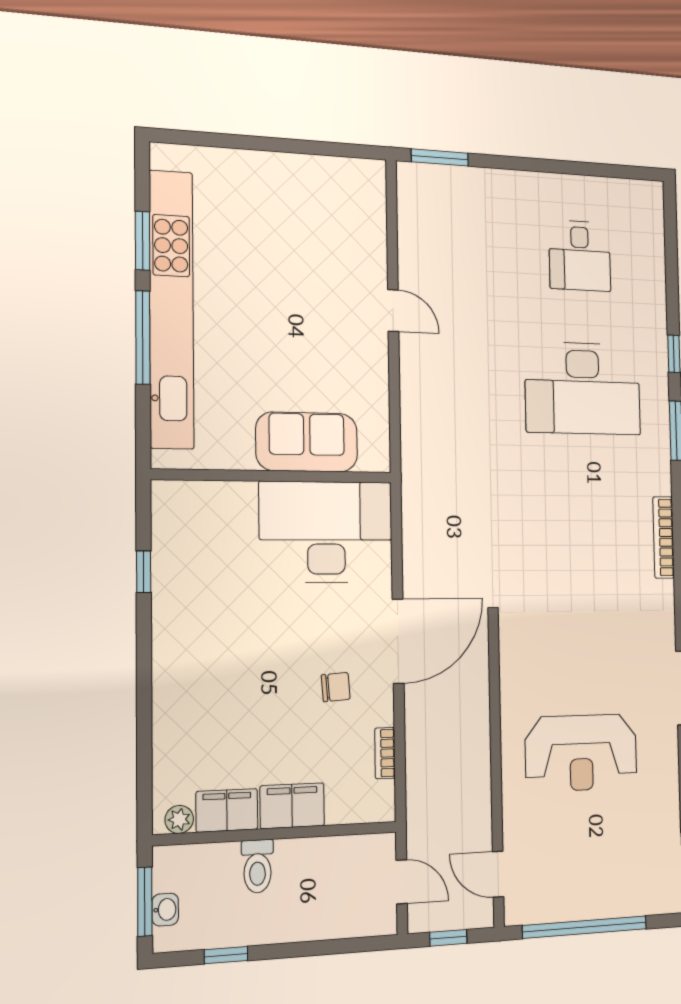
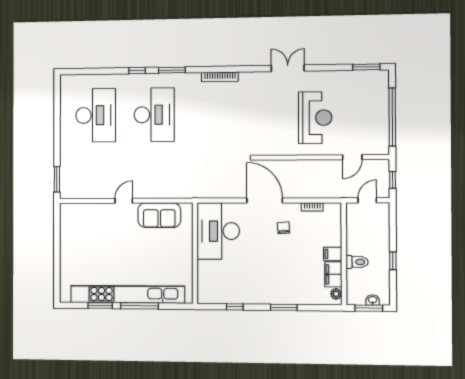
desk: (580, 256) -> (96, 115), width x1.87, depth x1.30
sofa: (307, 442) -> (159, 215), moved, turned -90
window: (144, 692) -> (284, 307), added
filing cabinet: (292, 806) -> (333, 254), width x0.50
door: (498, 874) -> (352, 157), moved
window: (226, 955) -> (393, 261), moved

